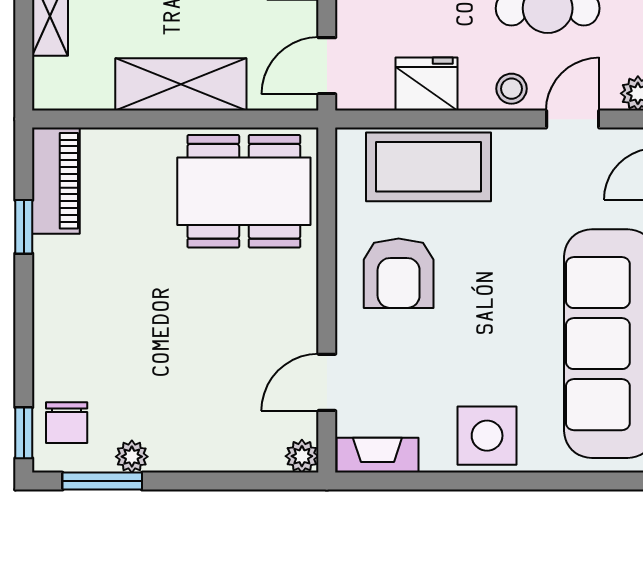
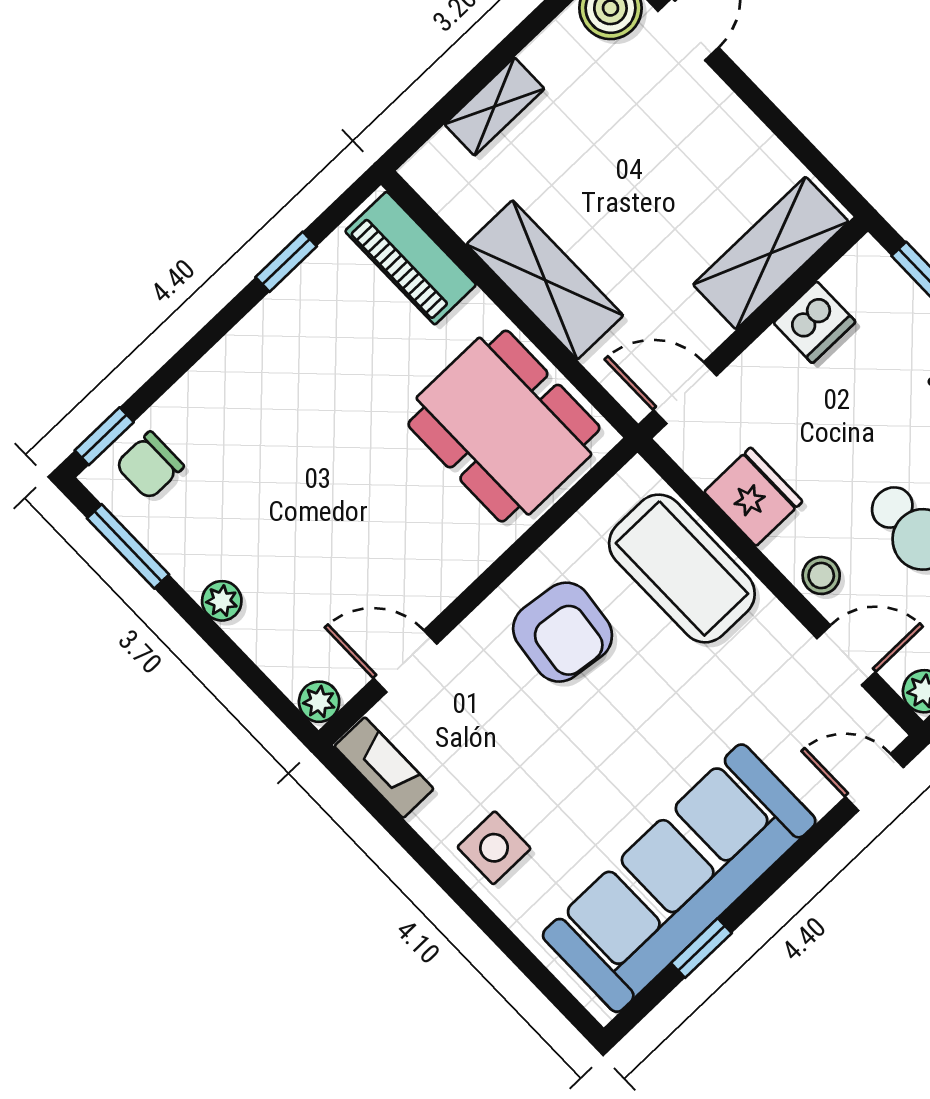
piano: (56, 181) -> (411, 258), moved, turned 90
armchair: (399, 273) -> (563, 632), turned -83
side table: (487, 436) -> (494, 848), width x0.73, depth x0.73
plant: (132, 457) -> (222, 601), moved

